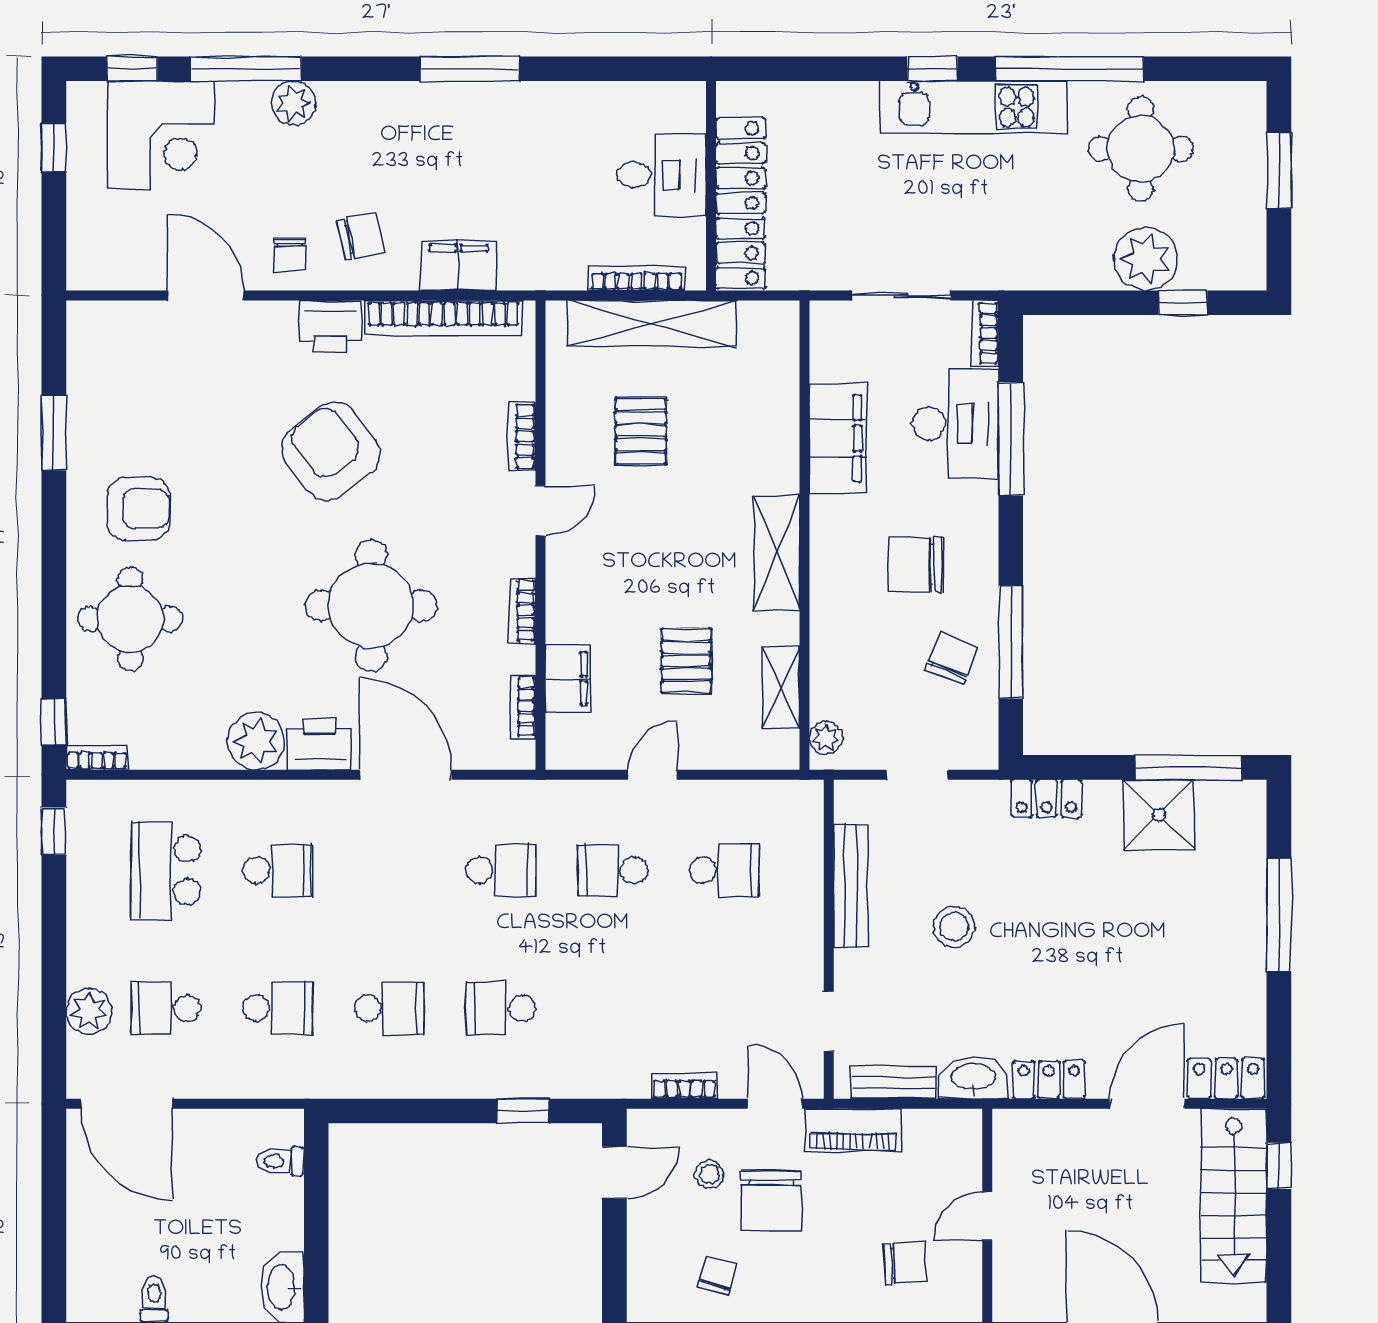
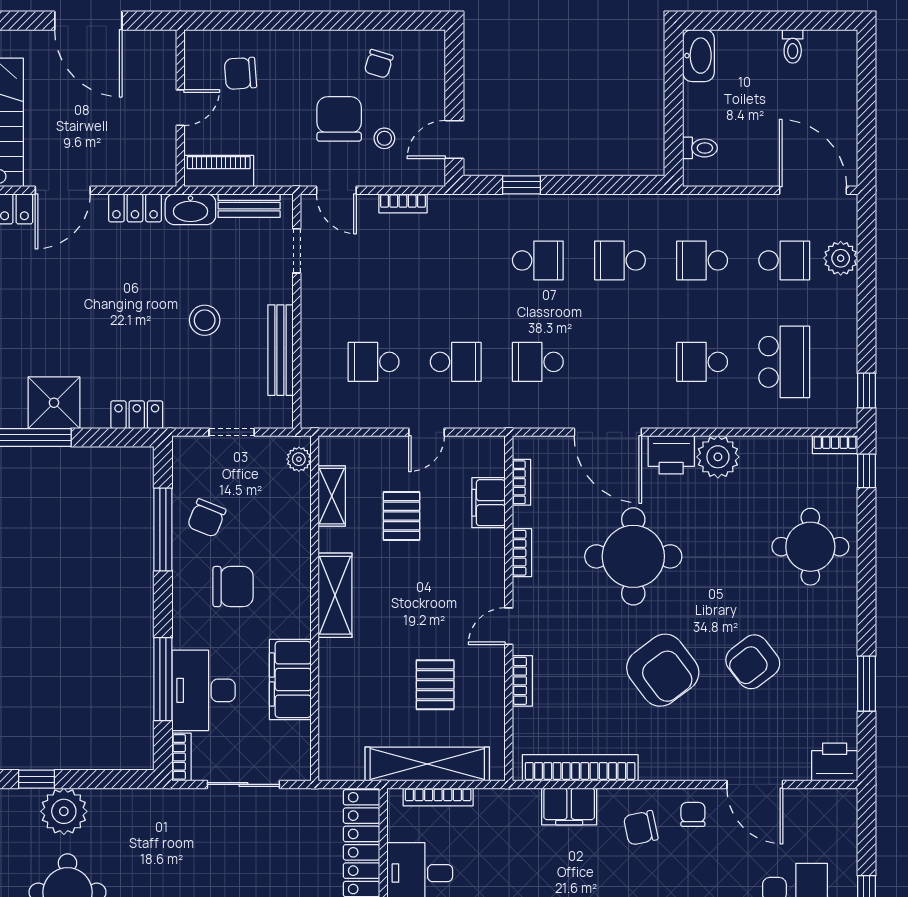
printer: (330, 326) -> (835, 762), moved
armchair: (138, 509) -> (753, 662), moved, turned -38
piano: (853, 1130) -> (219, 171), moved

